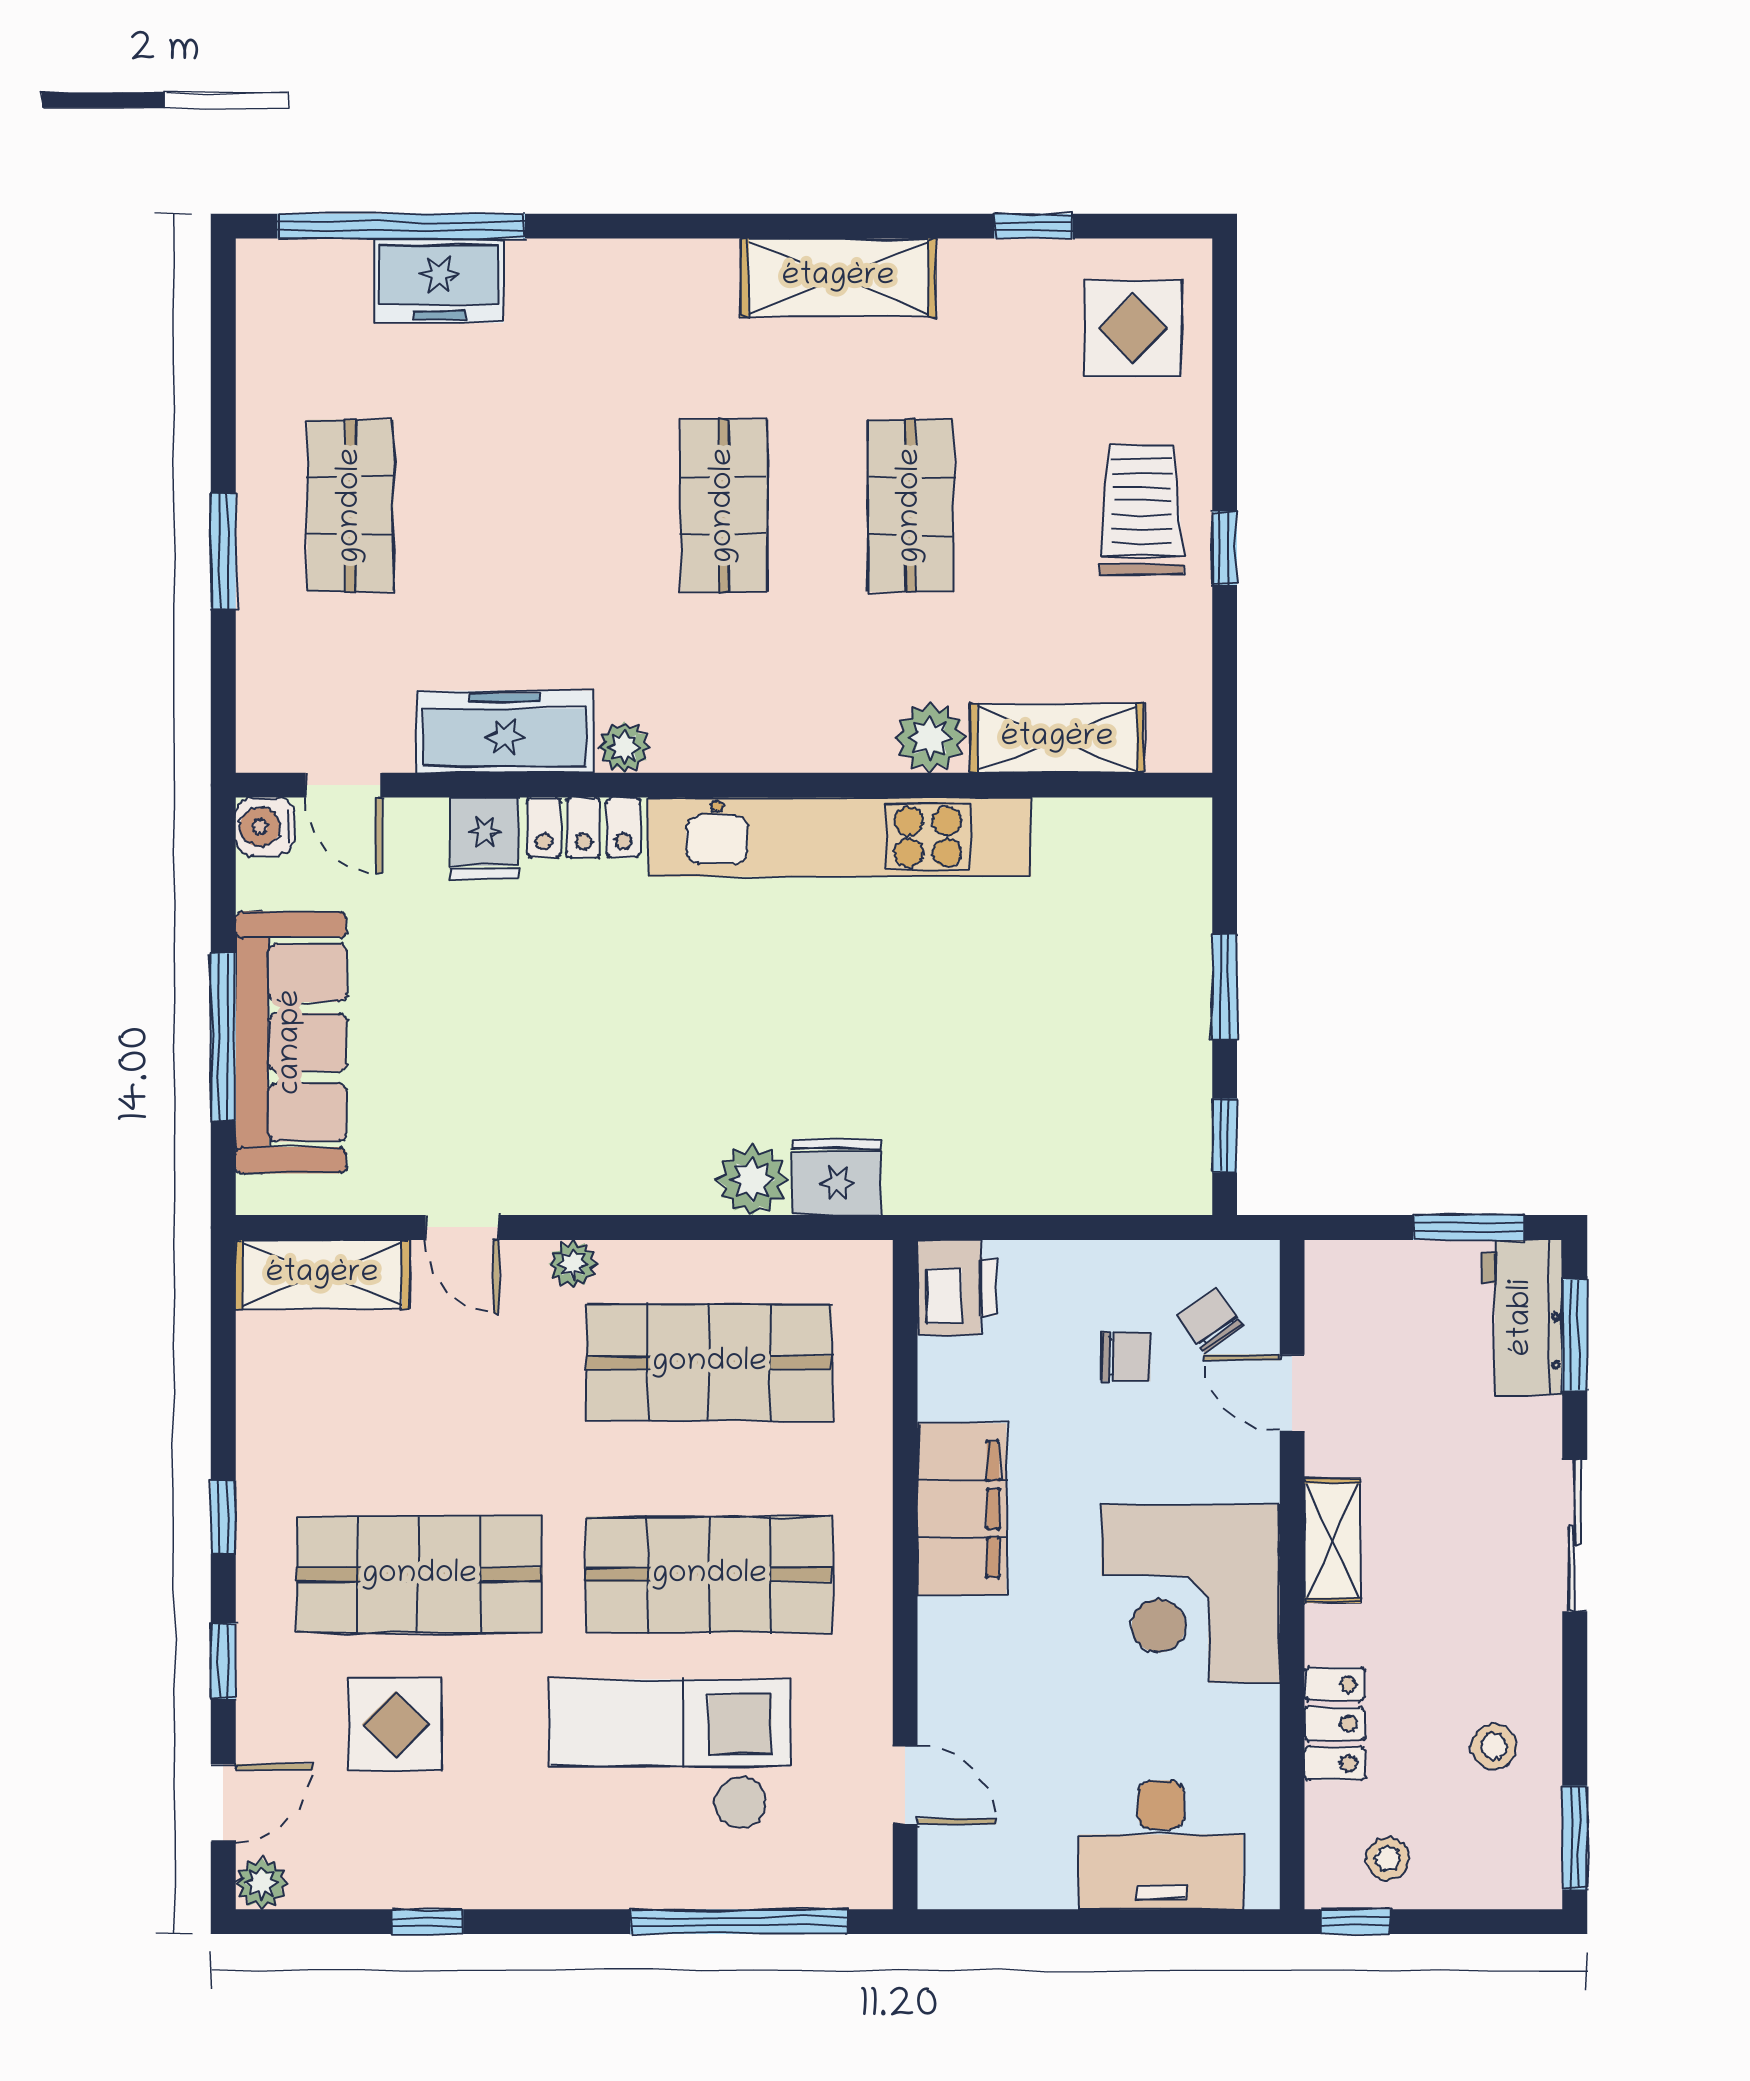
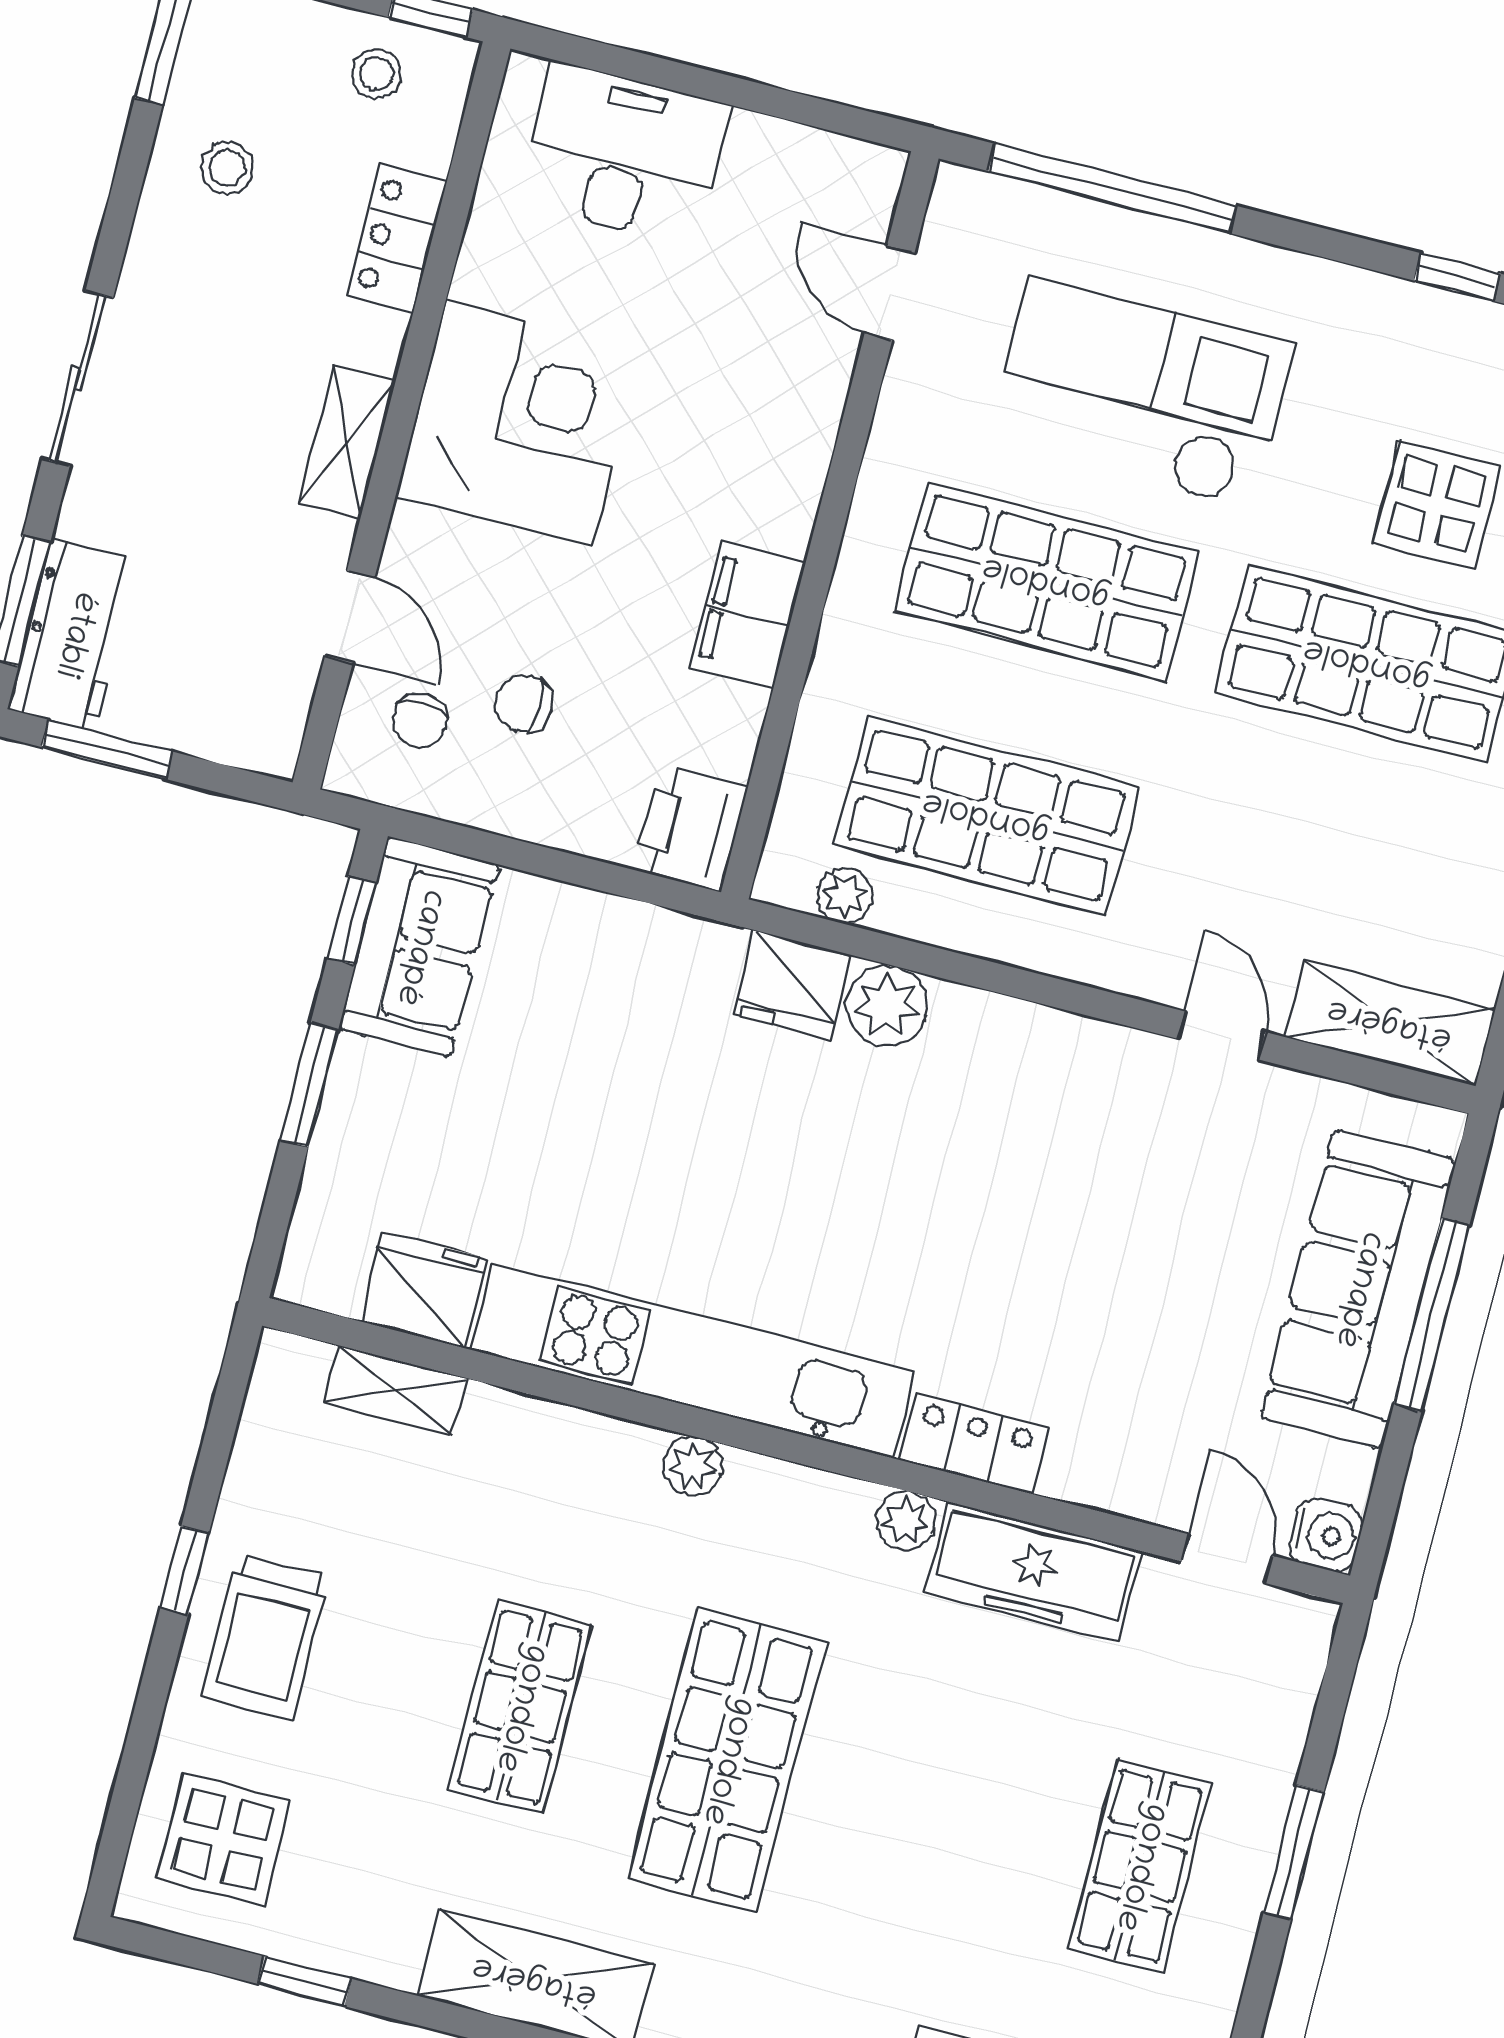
shop shelf: (724, 506) -> (727, 1760), width x1.43, depth x1.36
plant: (930, 738) -> (693, 1466), moved, width x0.73, depth x0.73
shelving: (1057, 738) -> (395, 1390), width x0.67, depth x0.75
fridge: (485, 838) -> (423, 1290), moved, width x1.38
sofa: (1162, 1128) -> (419, 947), added
plant: (573, 1264) -> (845, 896), moved
chair: (1210, 1320) -> (420, 720), turned 36
filing cabinet: (962, 1509) -> (747, 615), width x0.67, depth x0.86
checkout: (670, 1754) -> (1141, 393), turned 180

